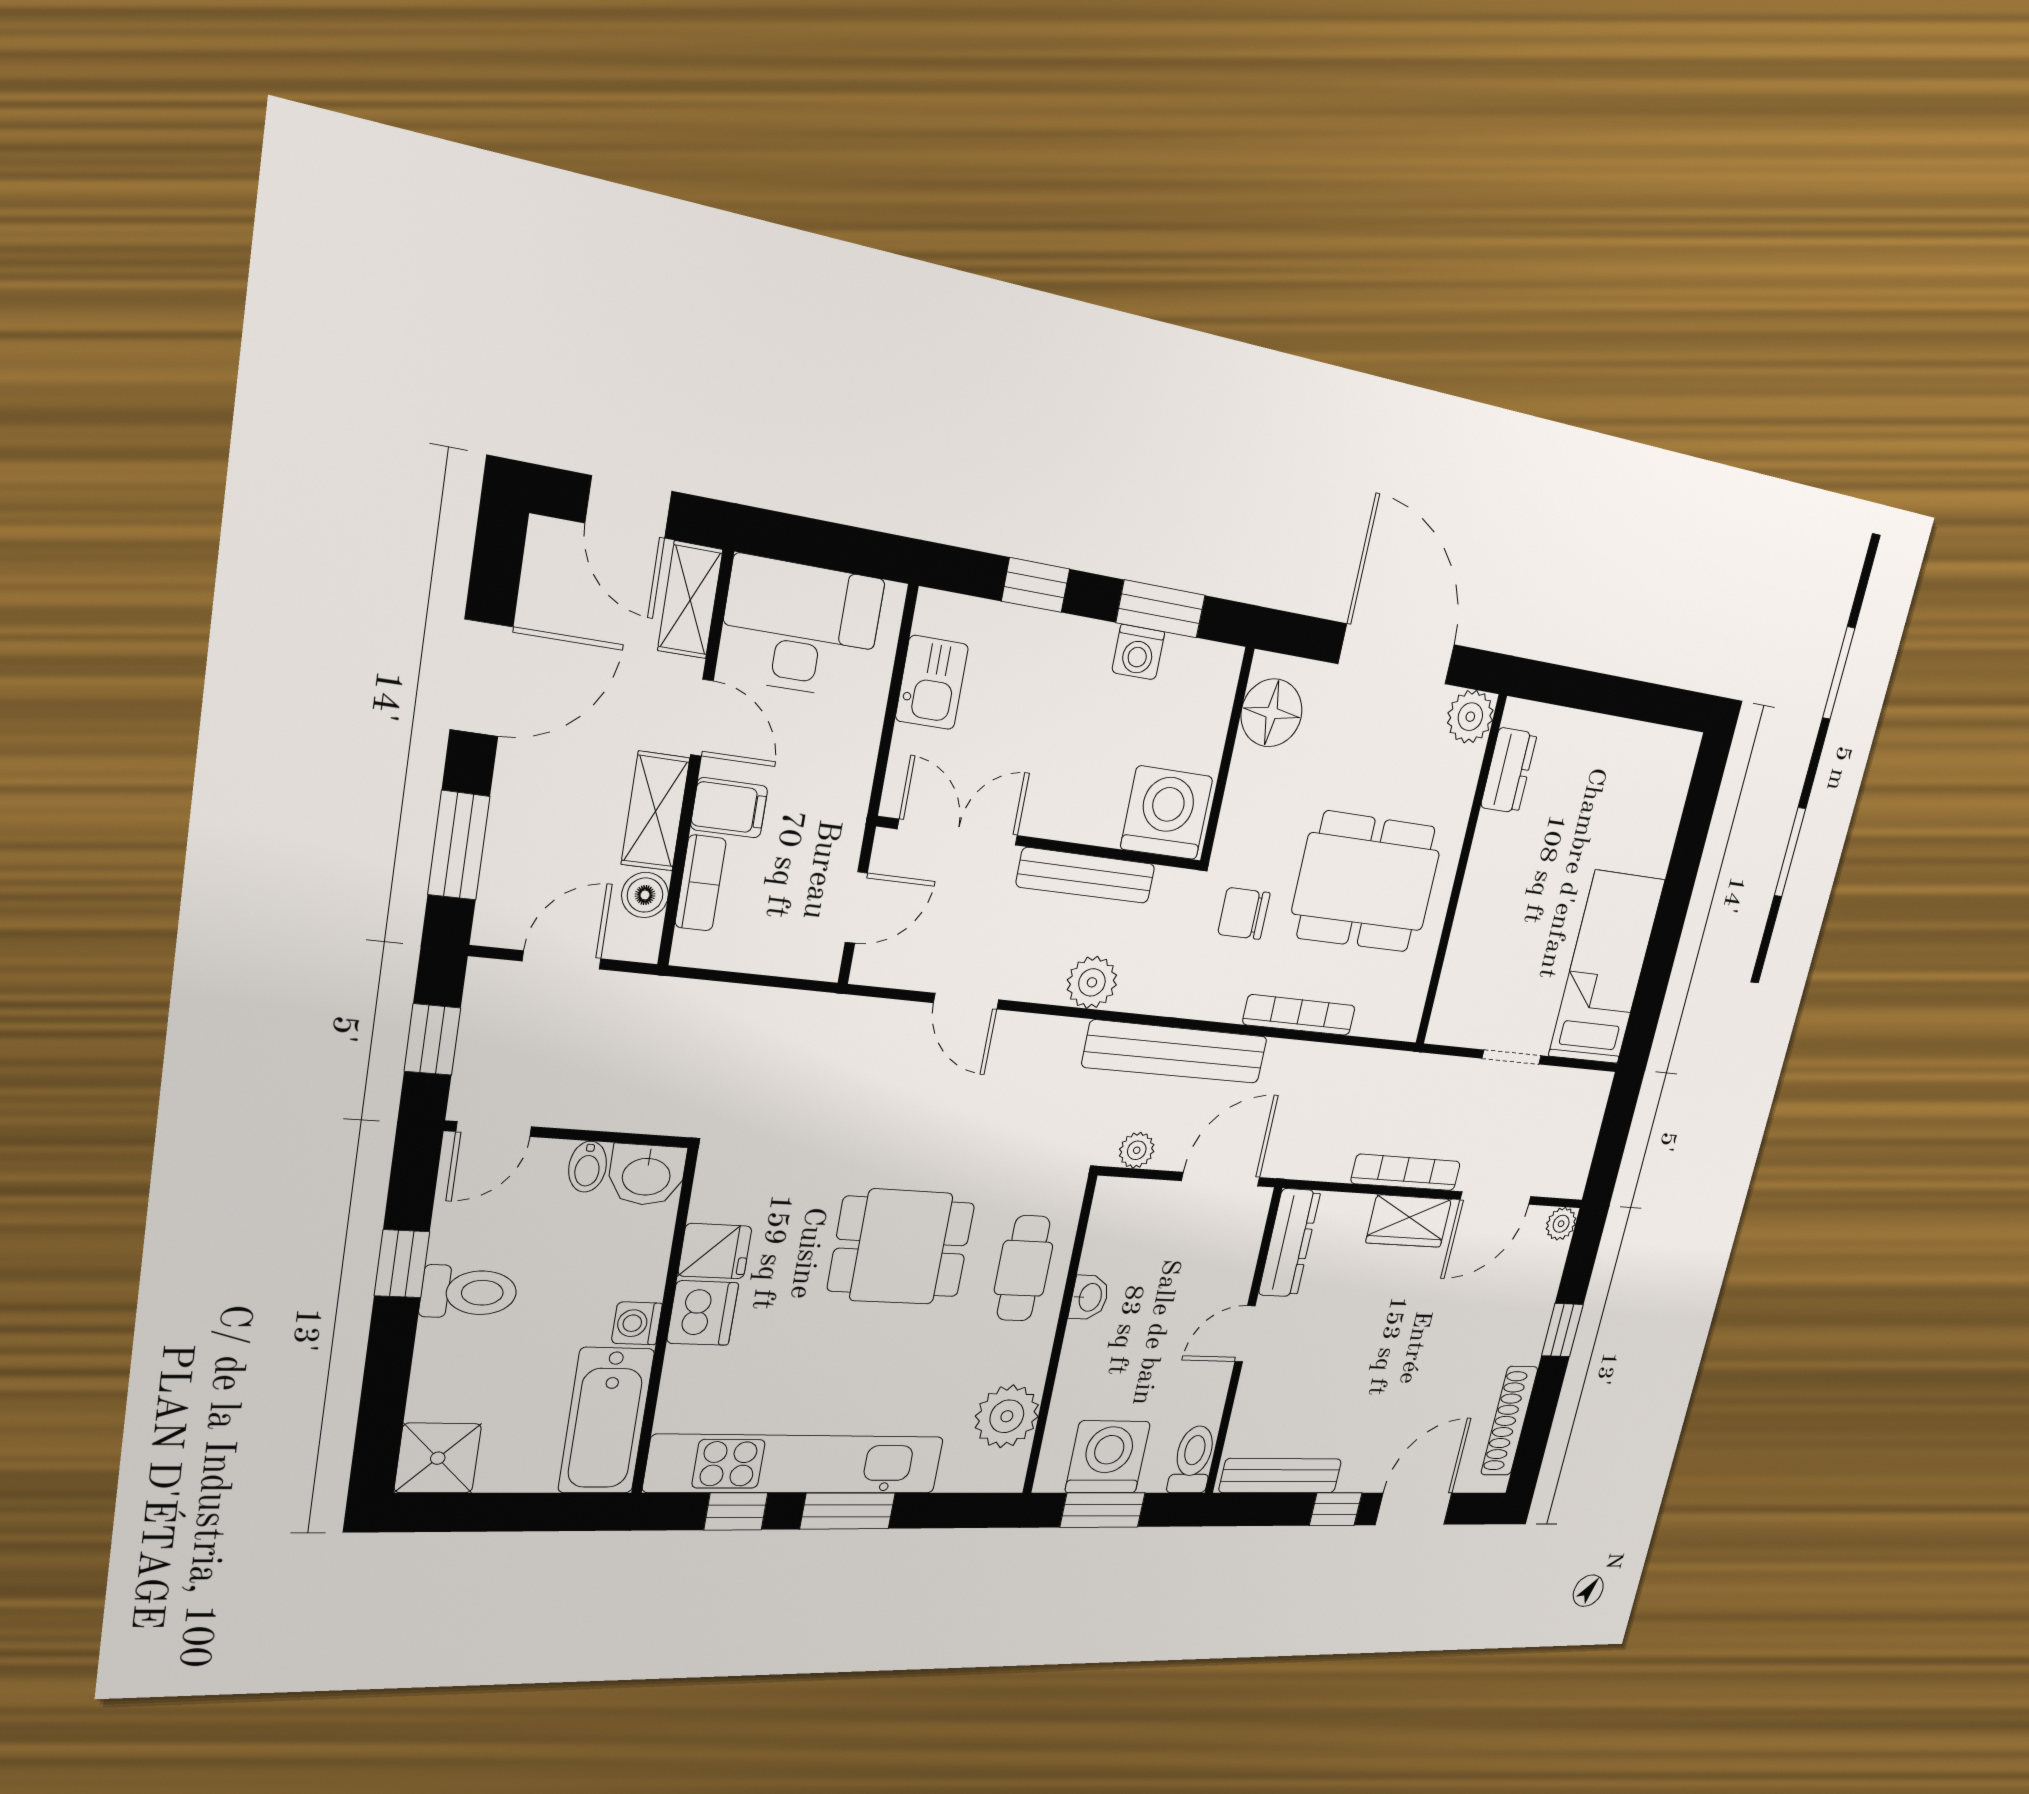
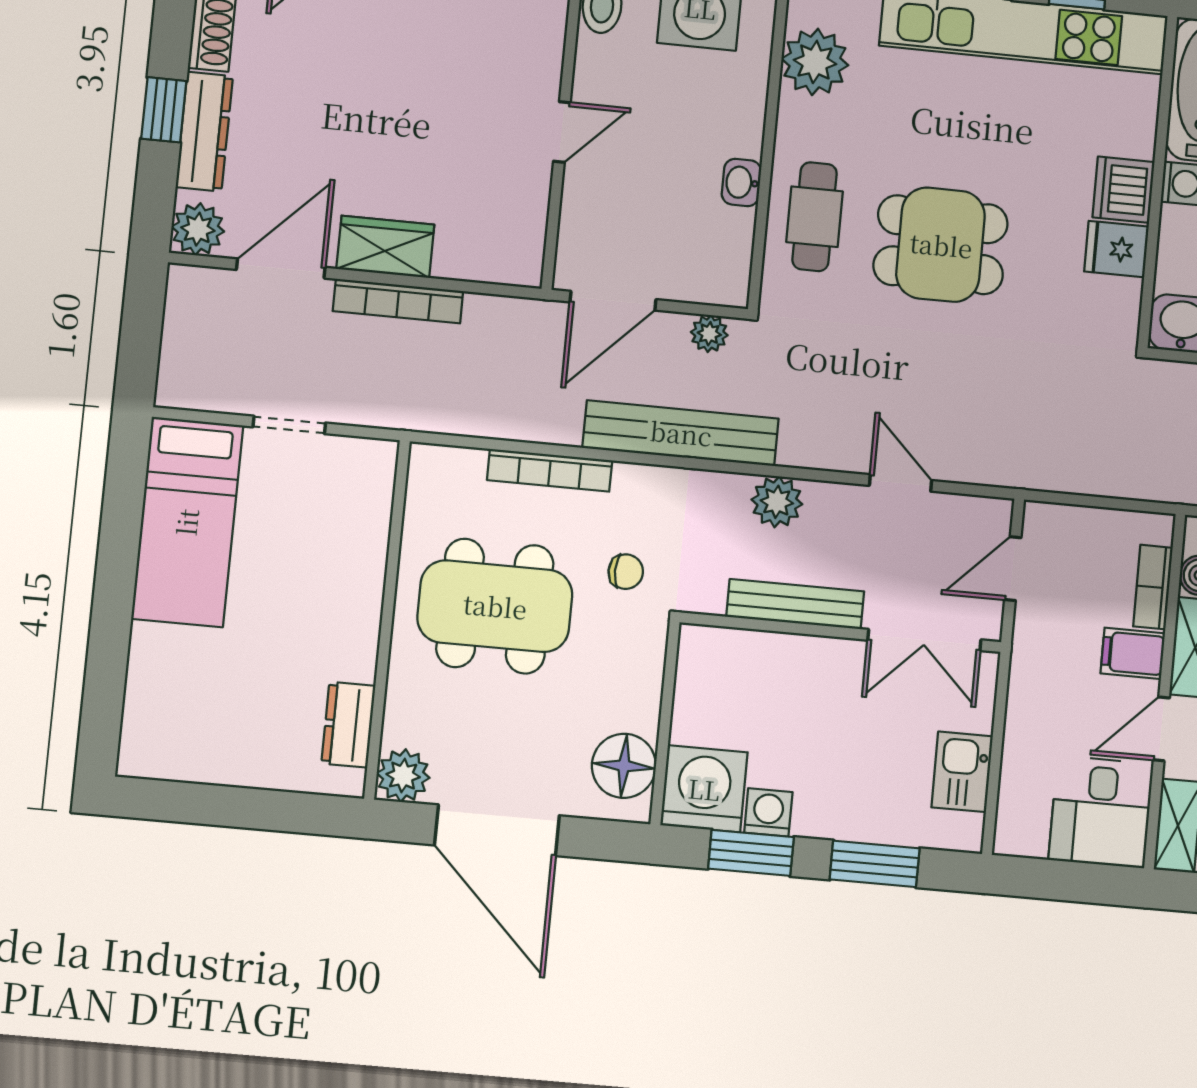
window: (1036, 585) -> (875, 864), width x1.50
desk: (801, 628) -> (1101, 812), width x0.73
door: (702, 718) -> (1161, 729), hinge flipped
washing machine: (1167, 813) -> (704, 789), moved, turned 180
chair: (1244, 913) -> (626, 572), width x0.73, depth x0.73
plant: (1561, 1224) -> (198, 229), width x1.38, depth x1.38
dresser: (1289, 1243) -> (204, 132), moved, turned 180

